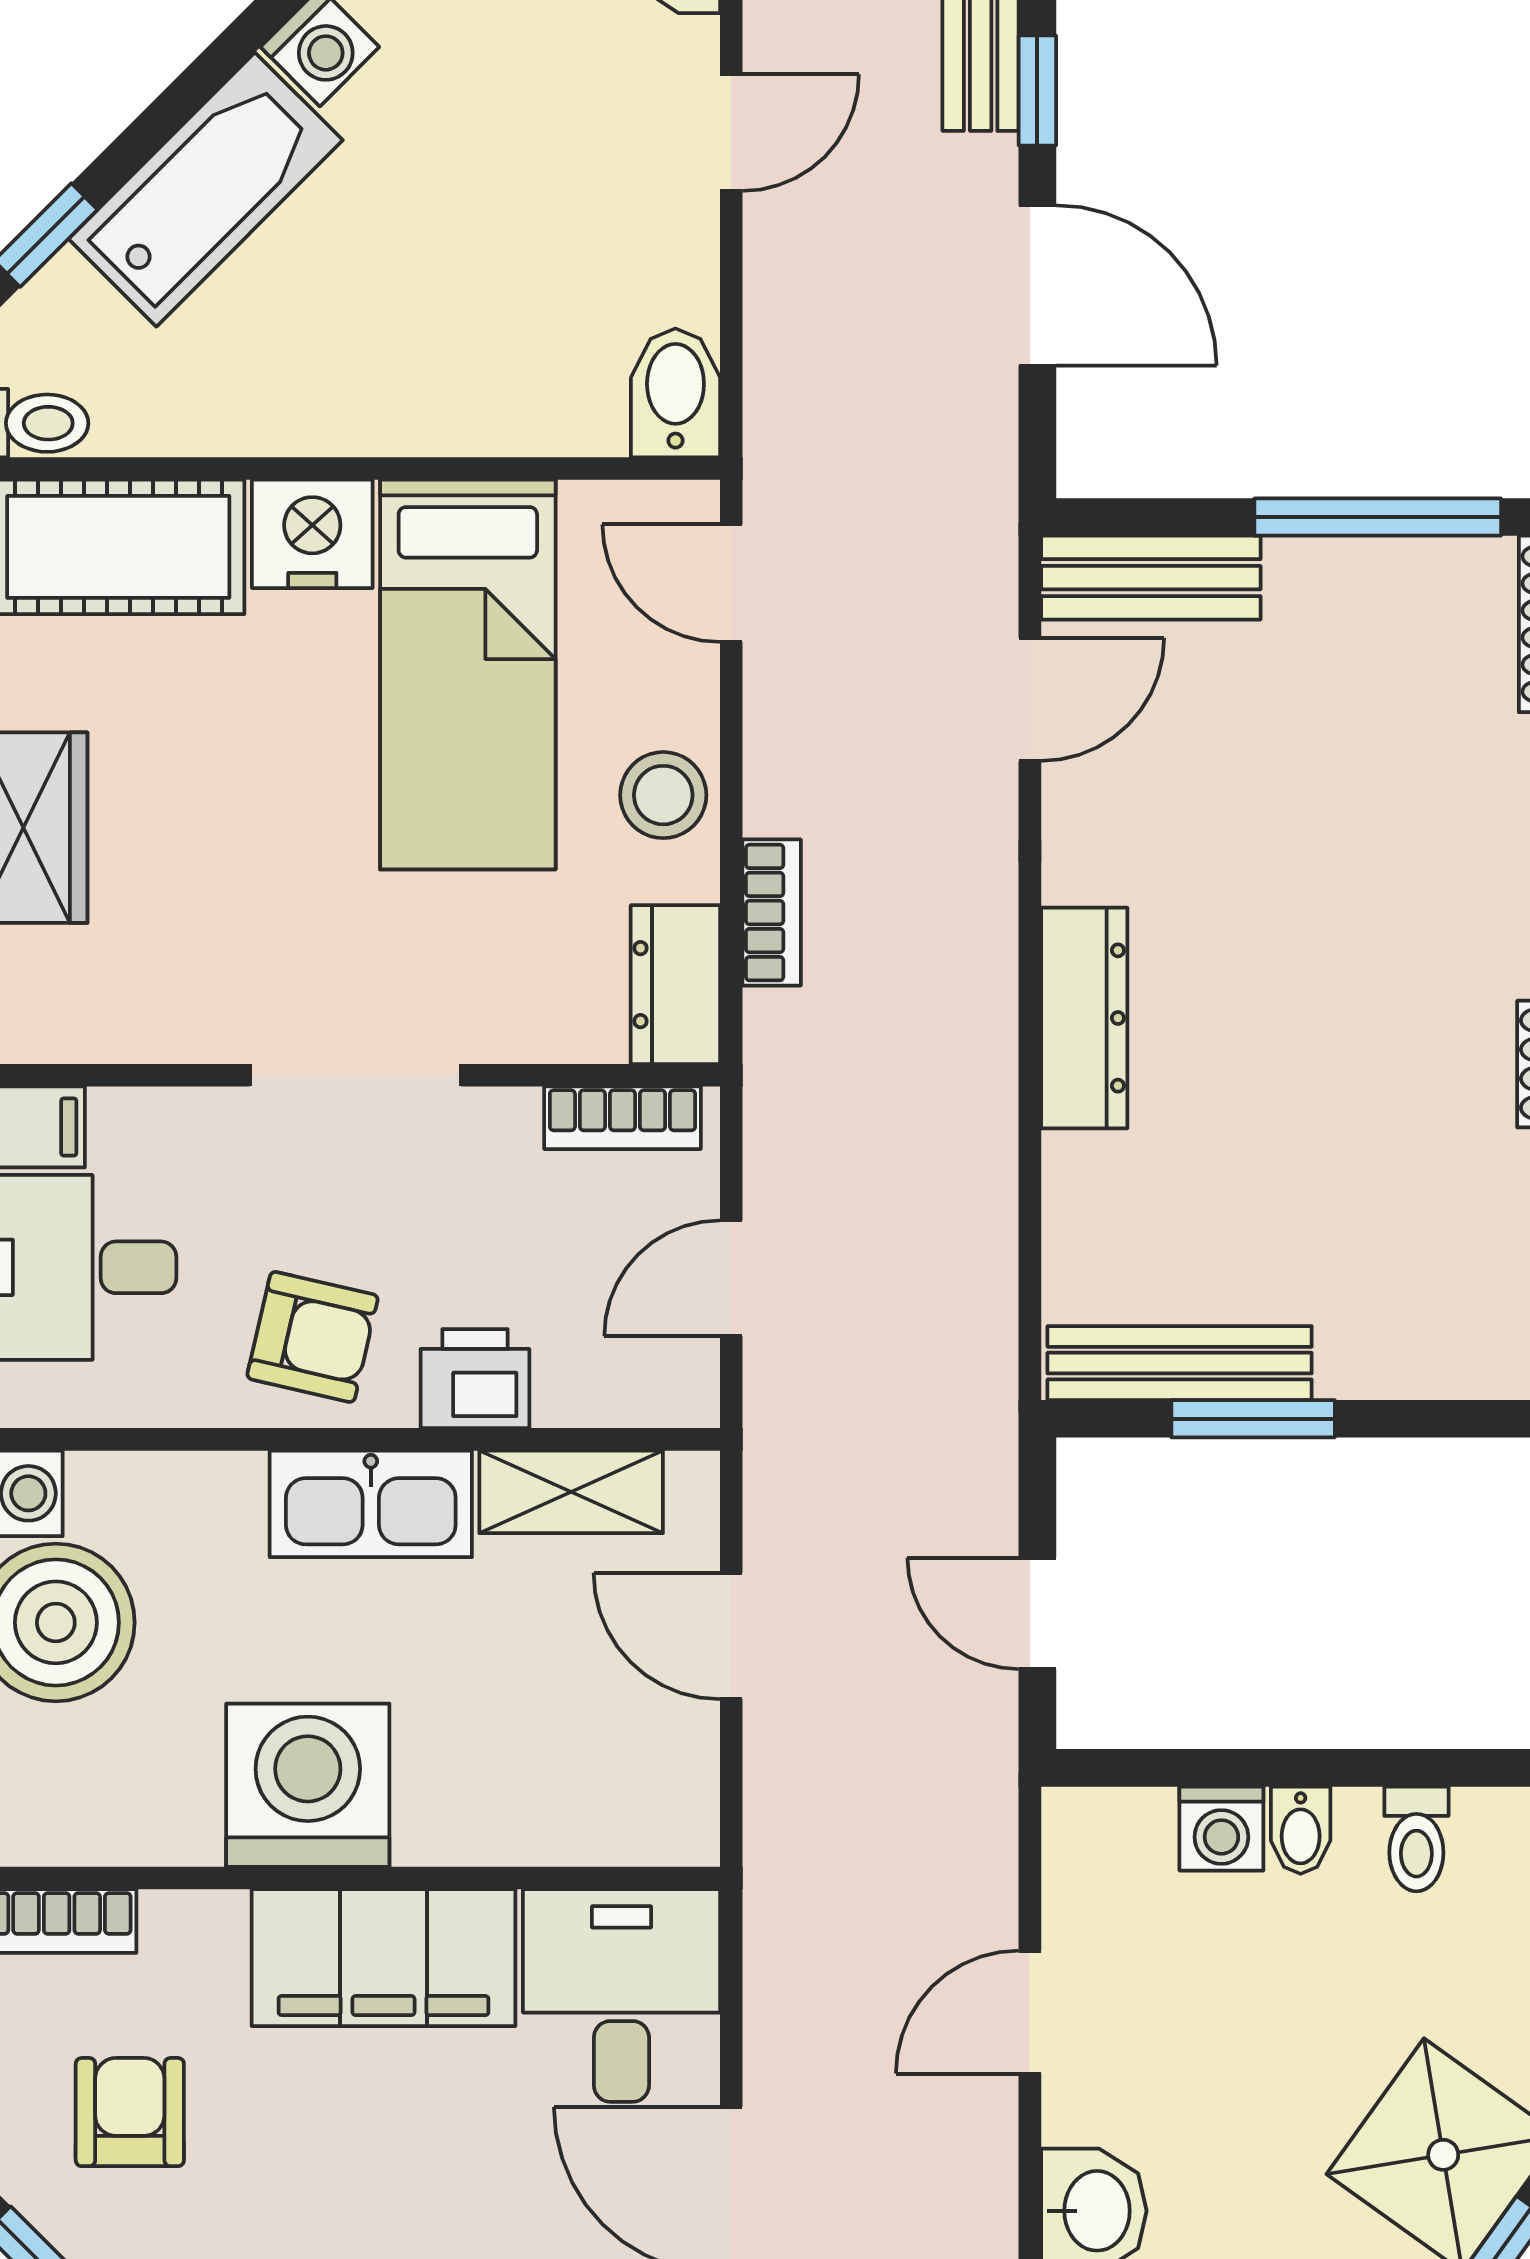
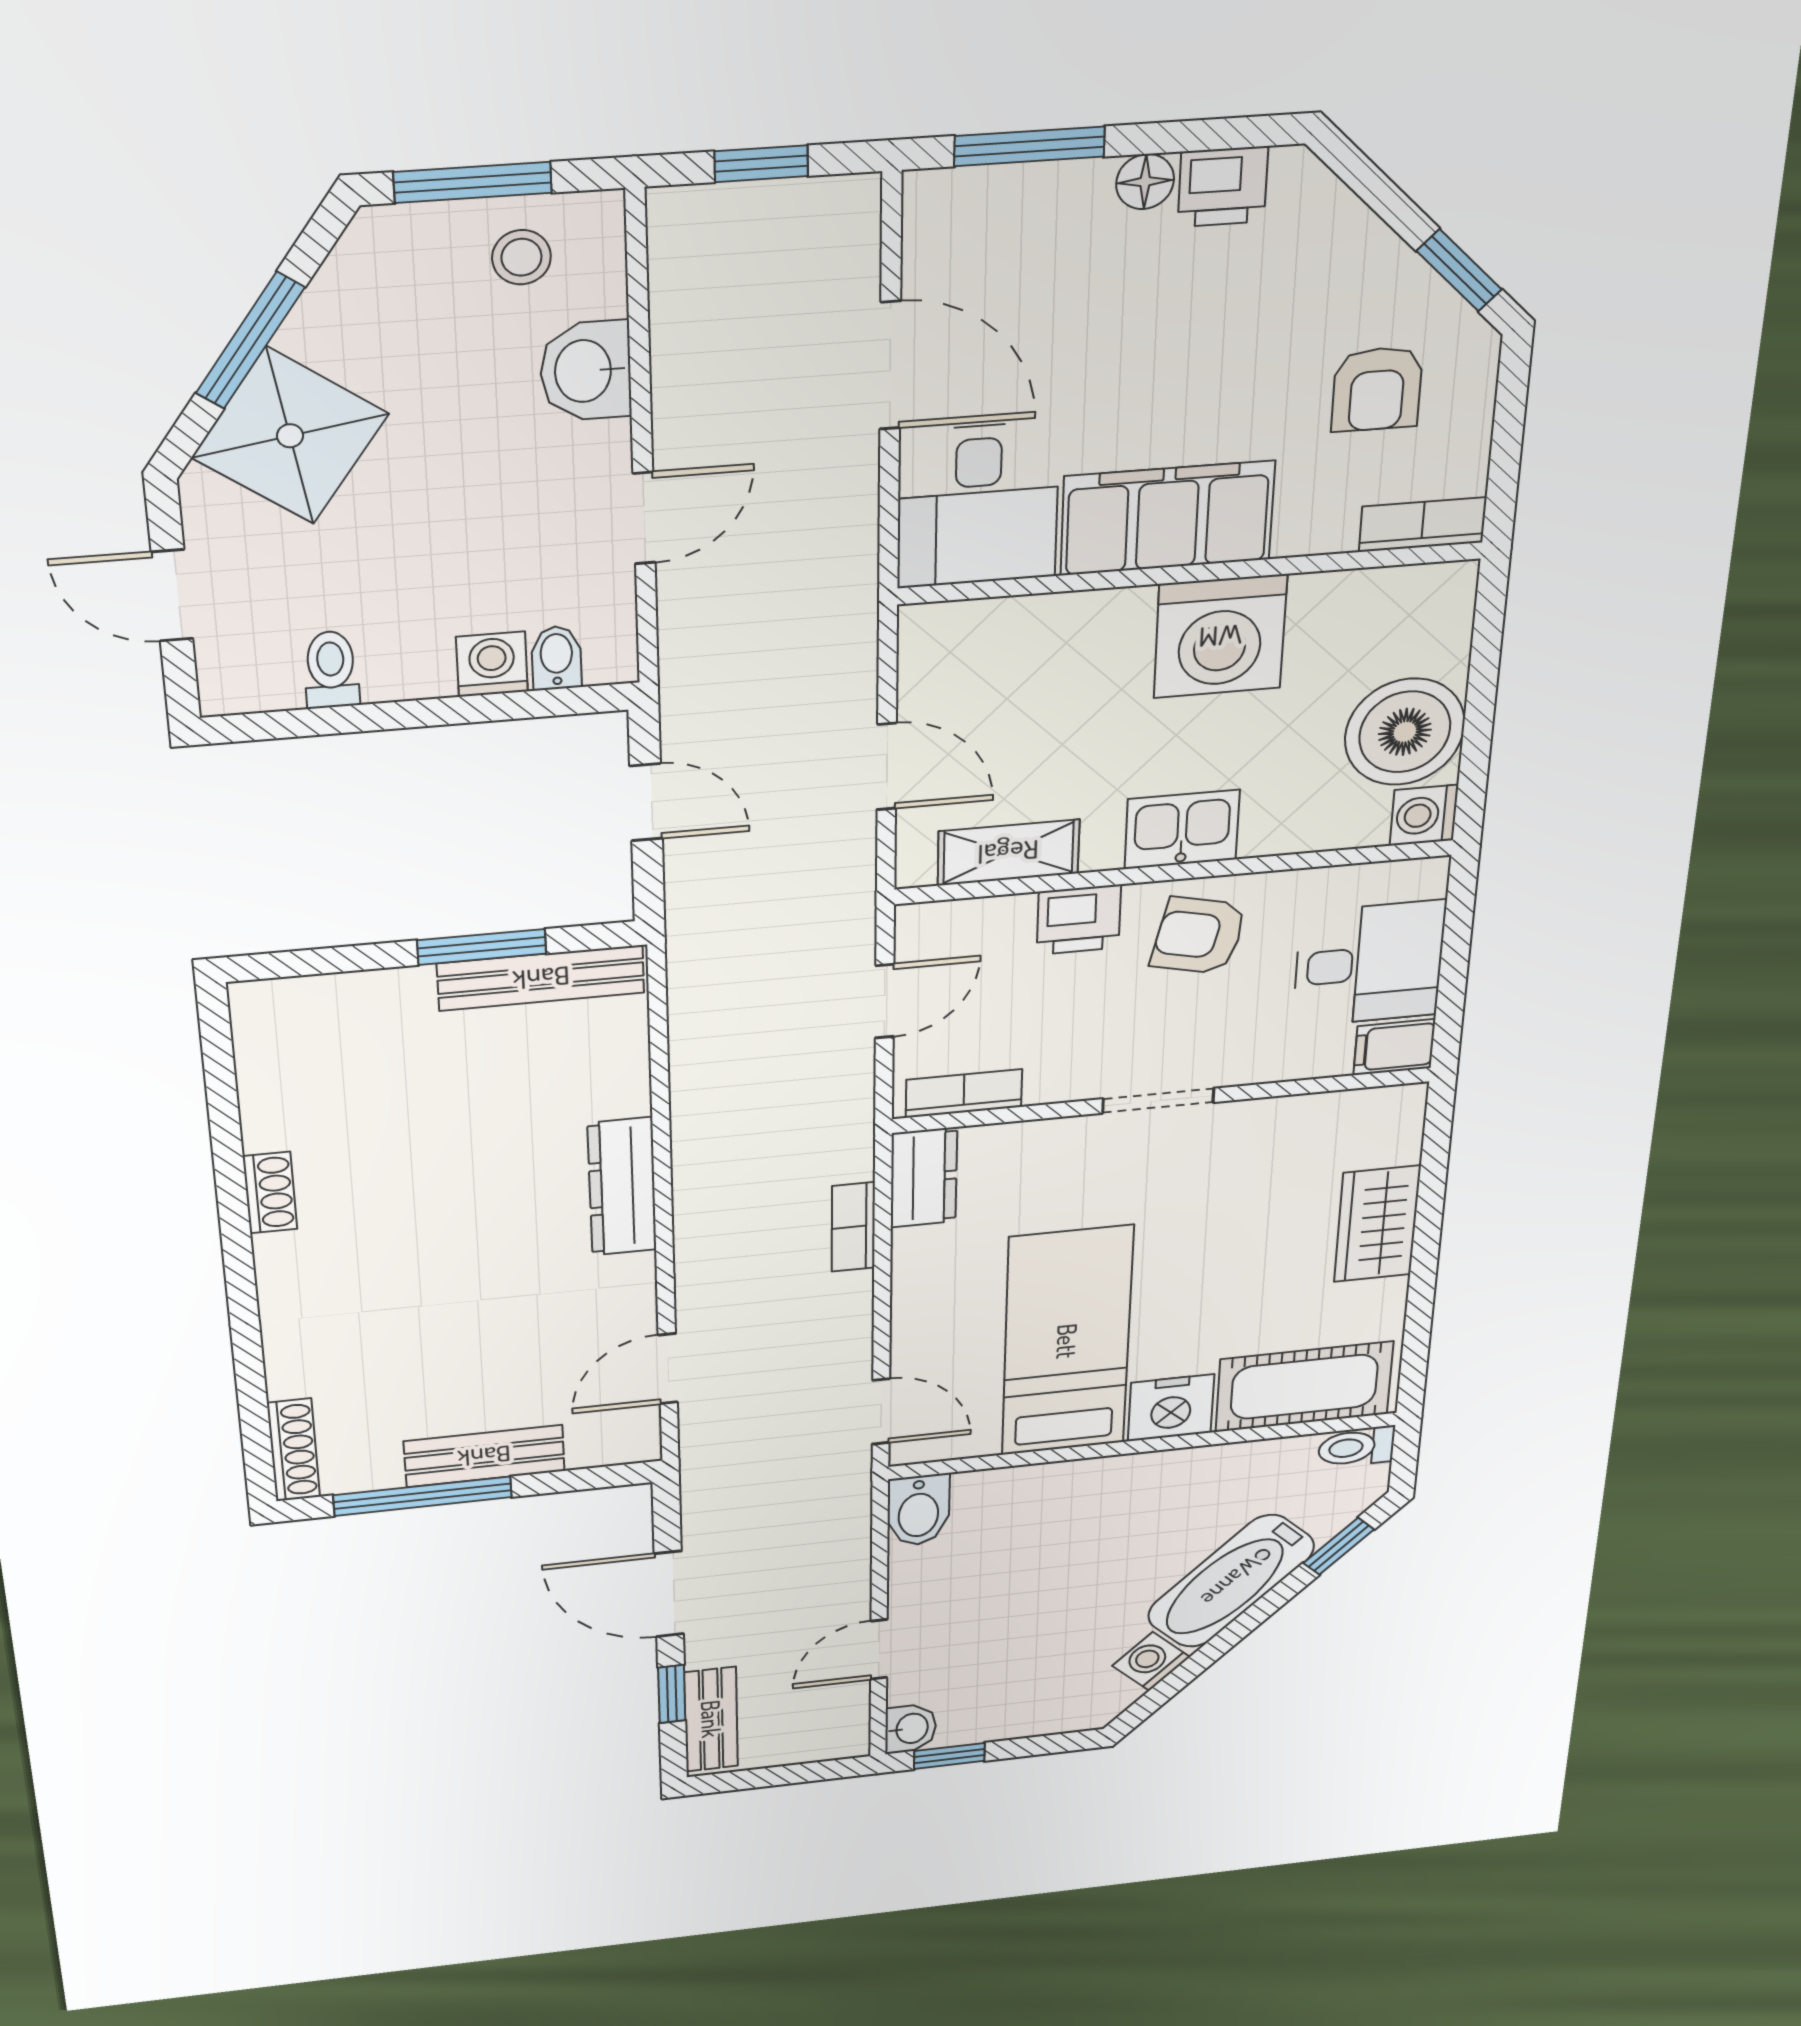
bench: (1151, 578) -> (484, 1456), moved
stool: (663, 795) -> (931, 1287), removed
doorway: (355, 1075) -> (1158, 1101), width x0.73
kitchen sink: (371, 1504) -> (1182, 829), width x0.73
bidet: (1301, 1830) -> (556, 658), moved

